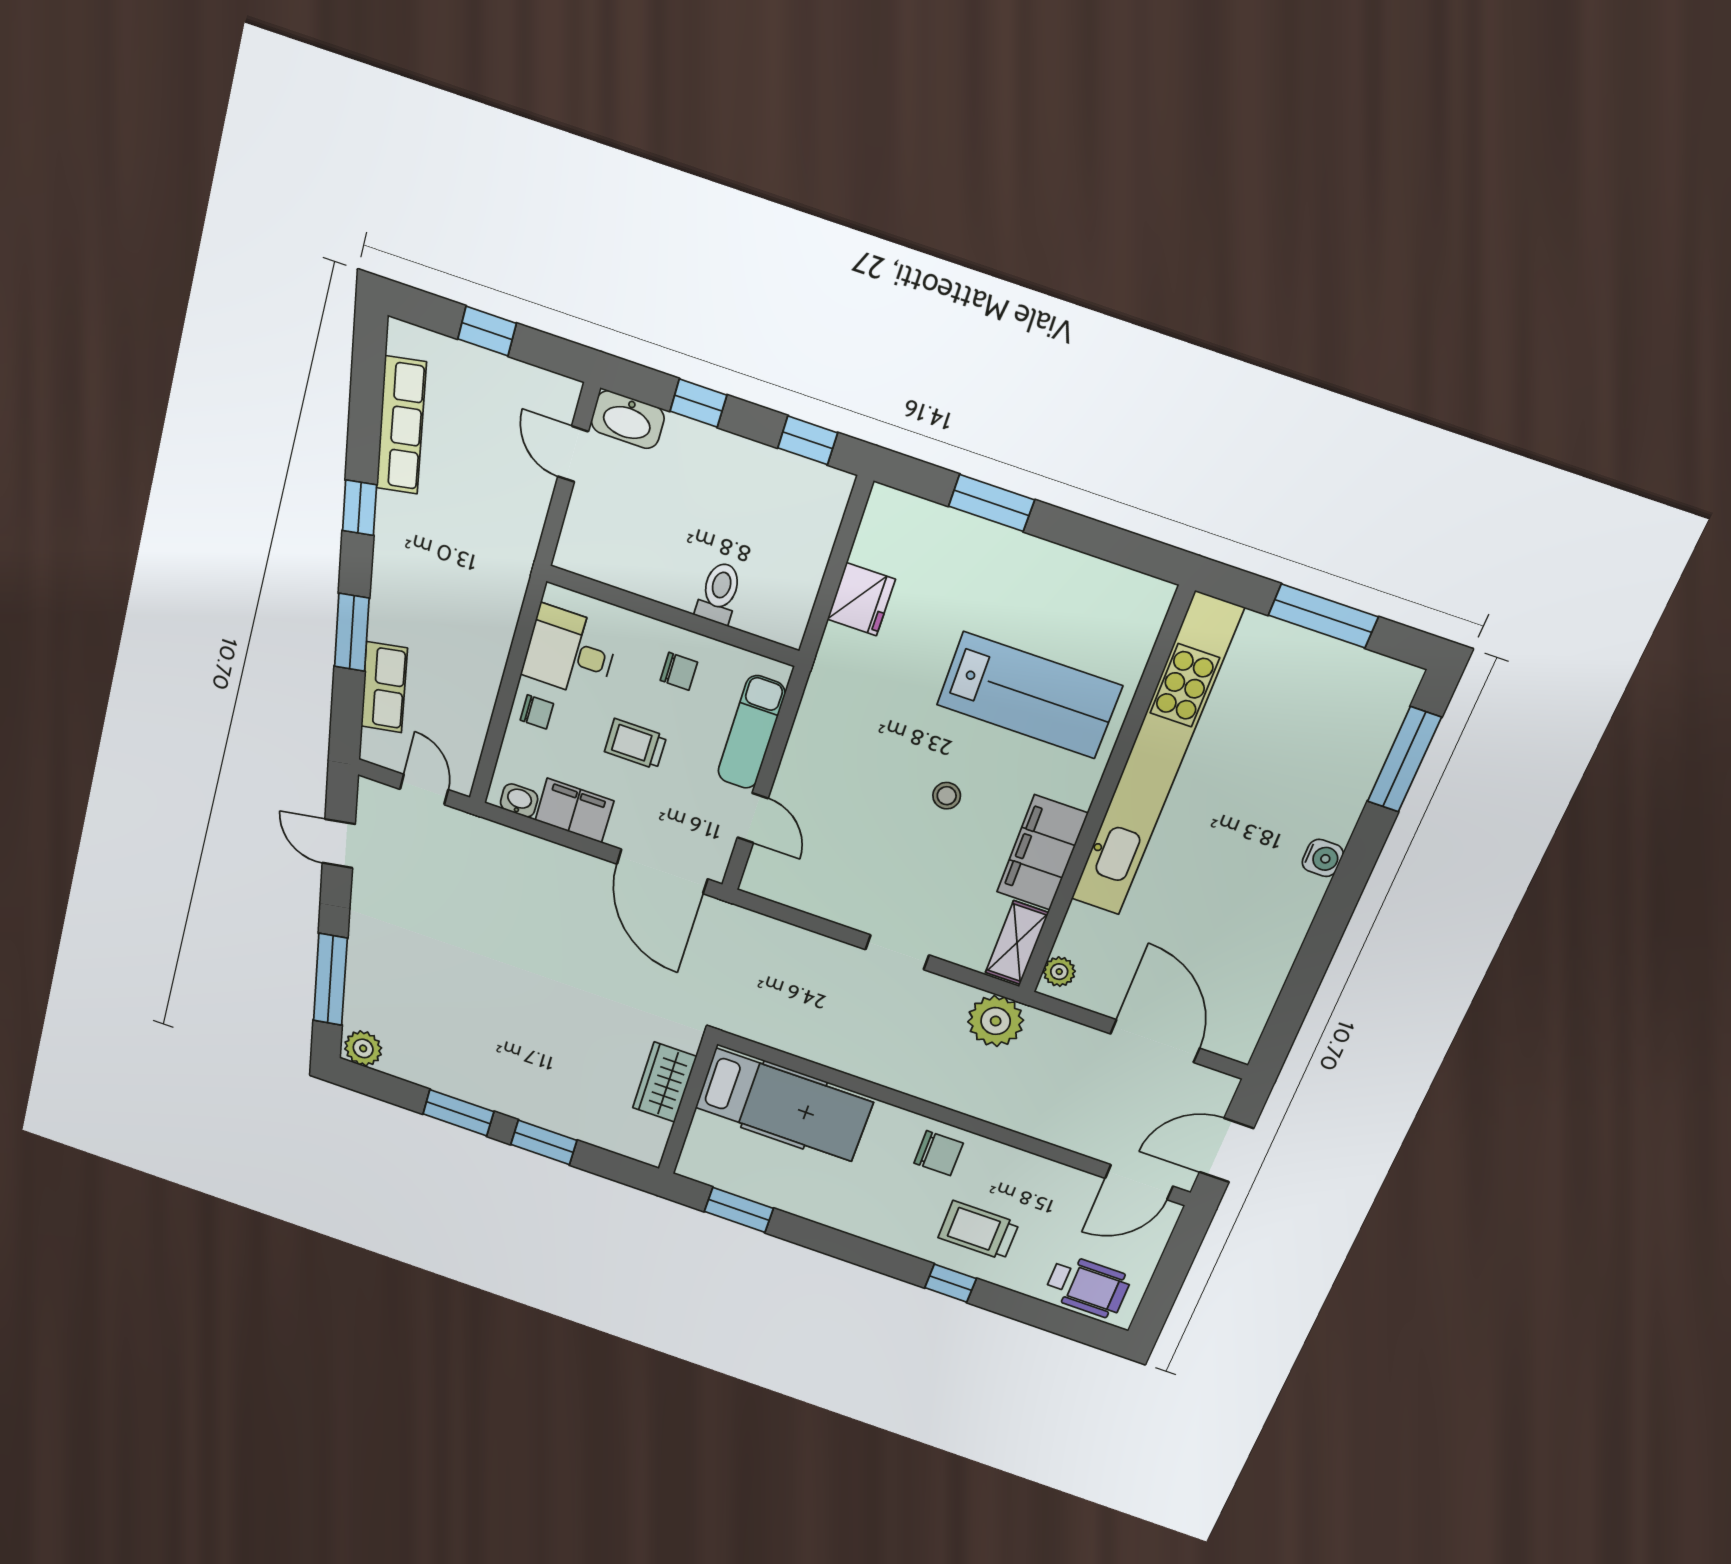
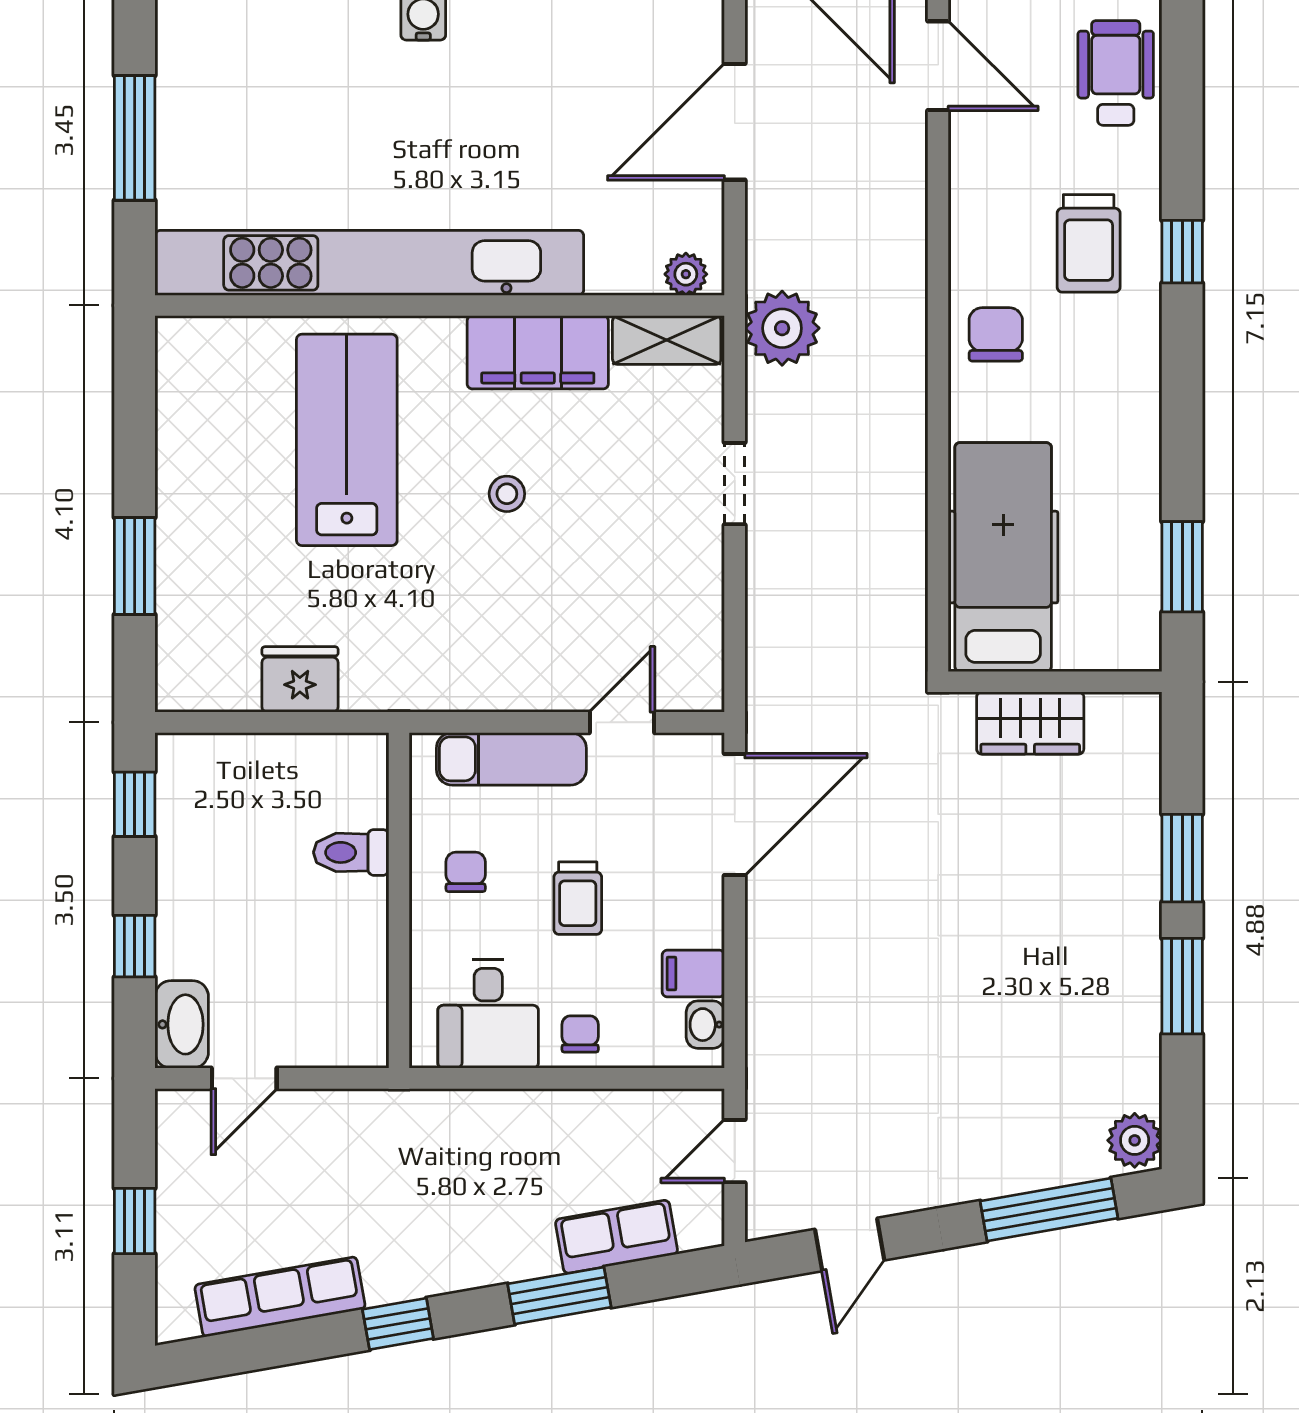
filing cabinet: (574, 811) -> (693, 973), width x0.50

